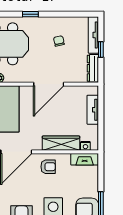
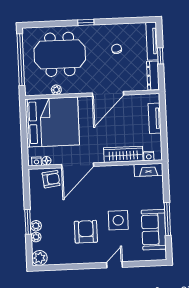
armchair: (48, 167) -> (111, 179), removed

